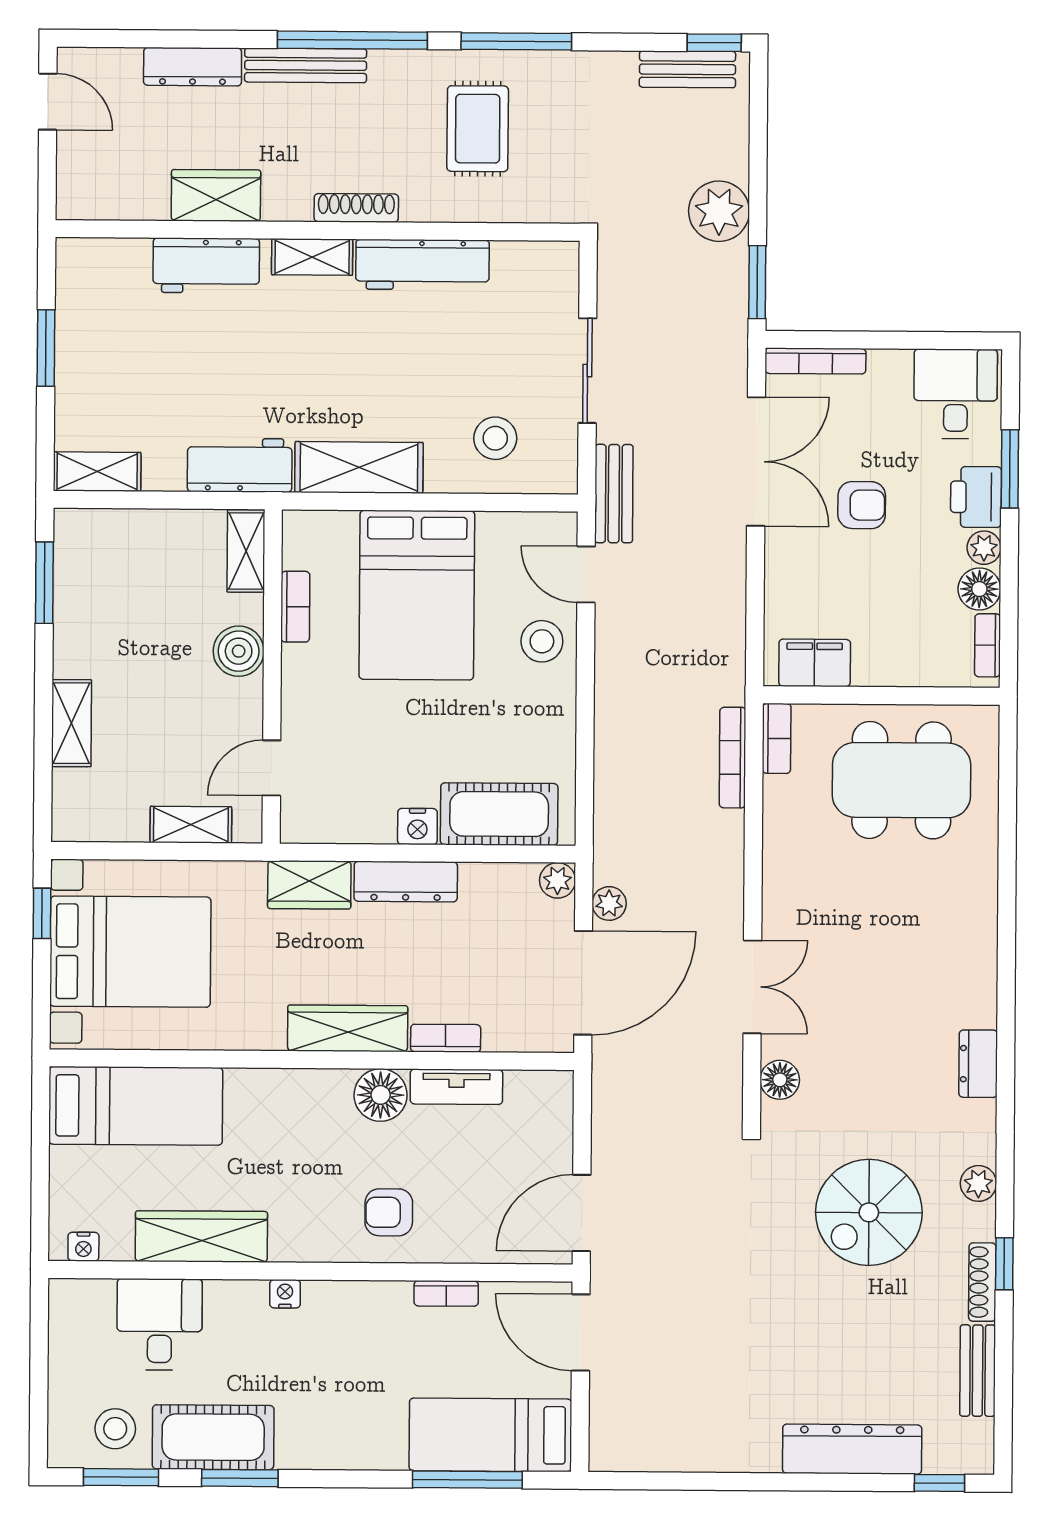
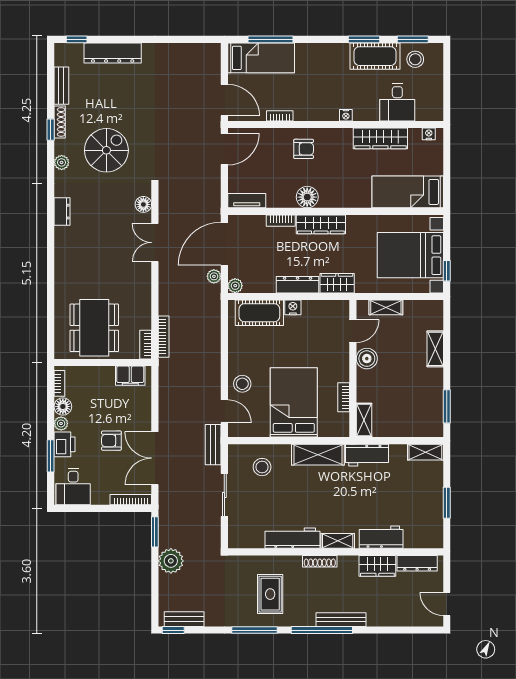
dresser: (193, 67) -> (417, 563), moved, turned 180
boiler: (239, 651) -> (367, 359), moved
dining table: (902, 780) -> (94, 328), turned 90
tv unit: (456, 1087) -> (247, 201), moved

